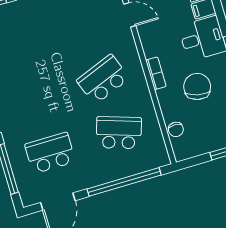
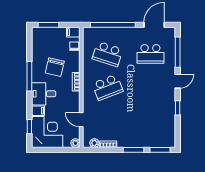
filing cabinet: (184, 152) -> (73, 32), added

